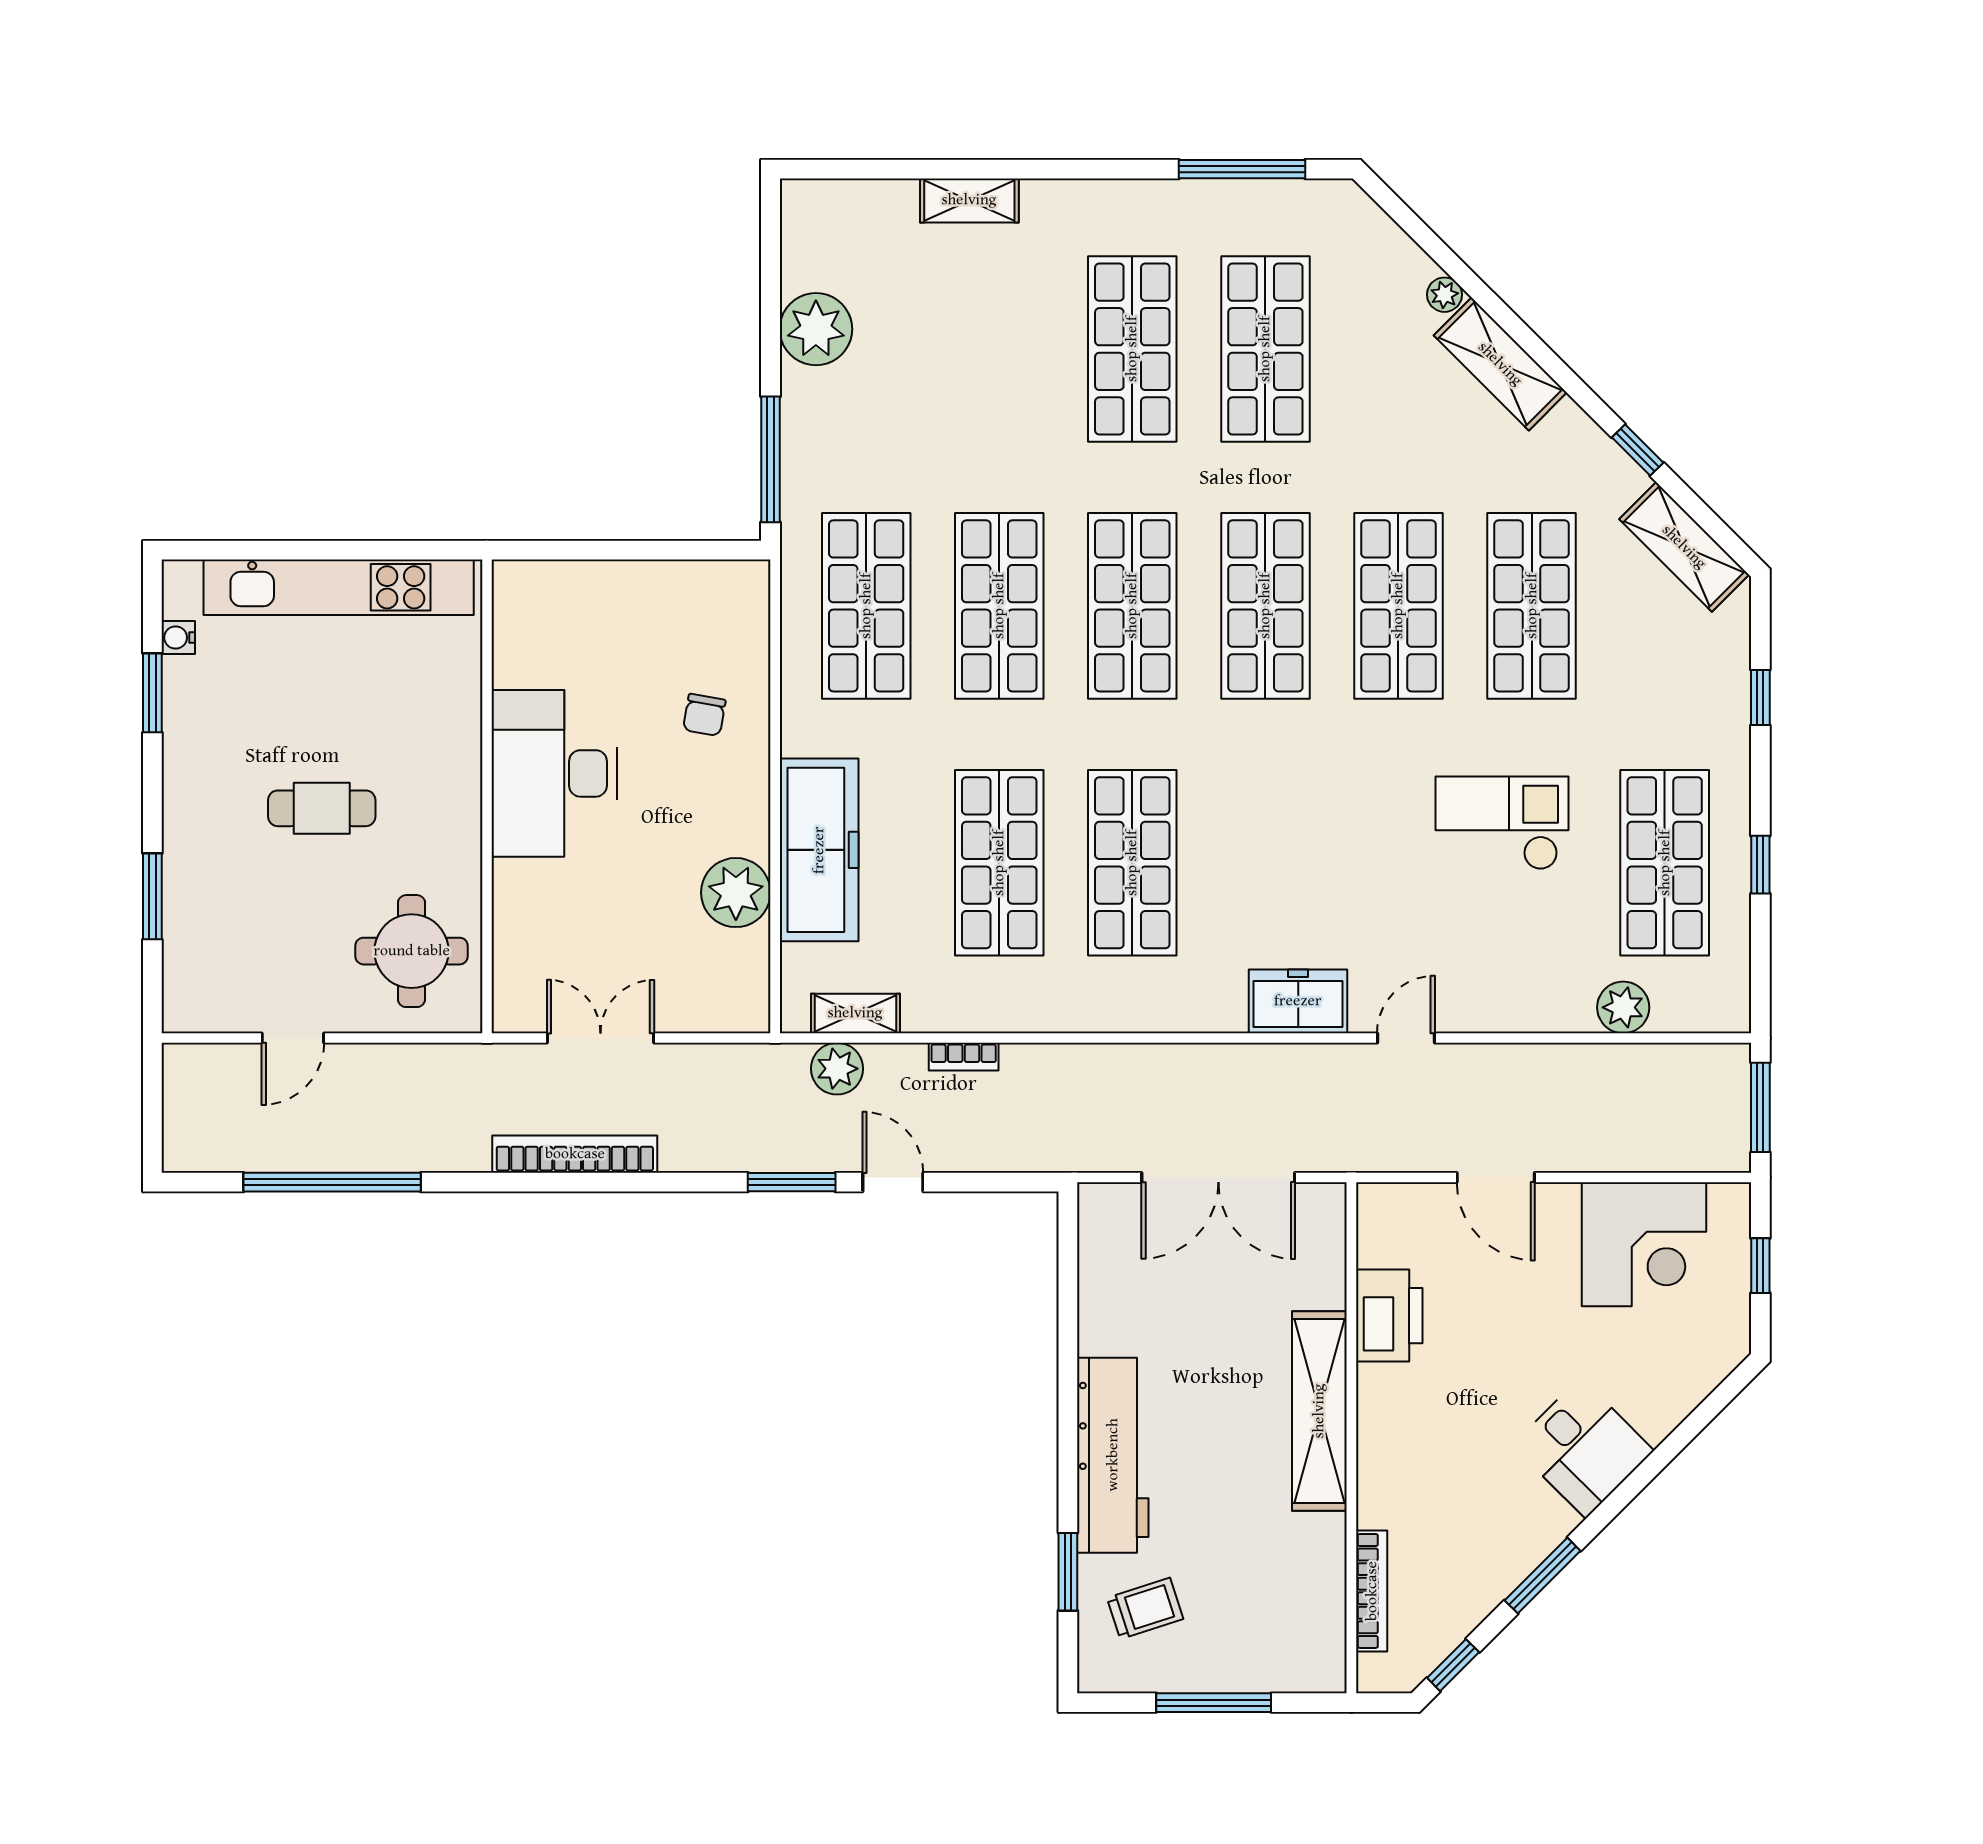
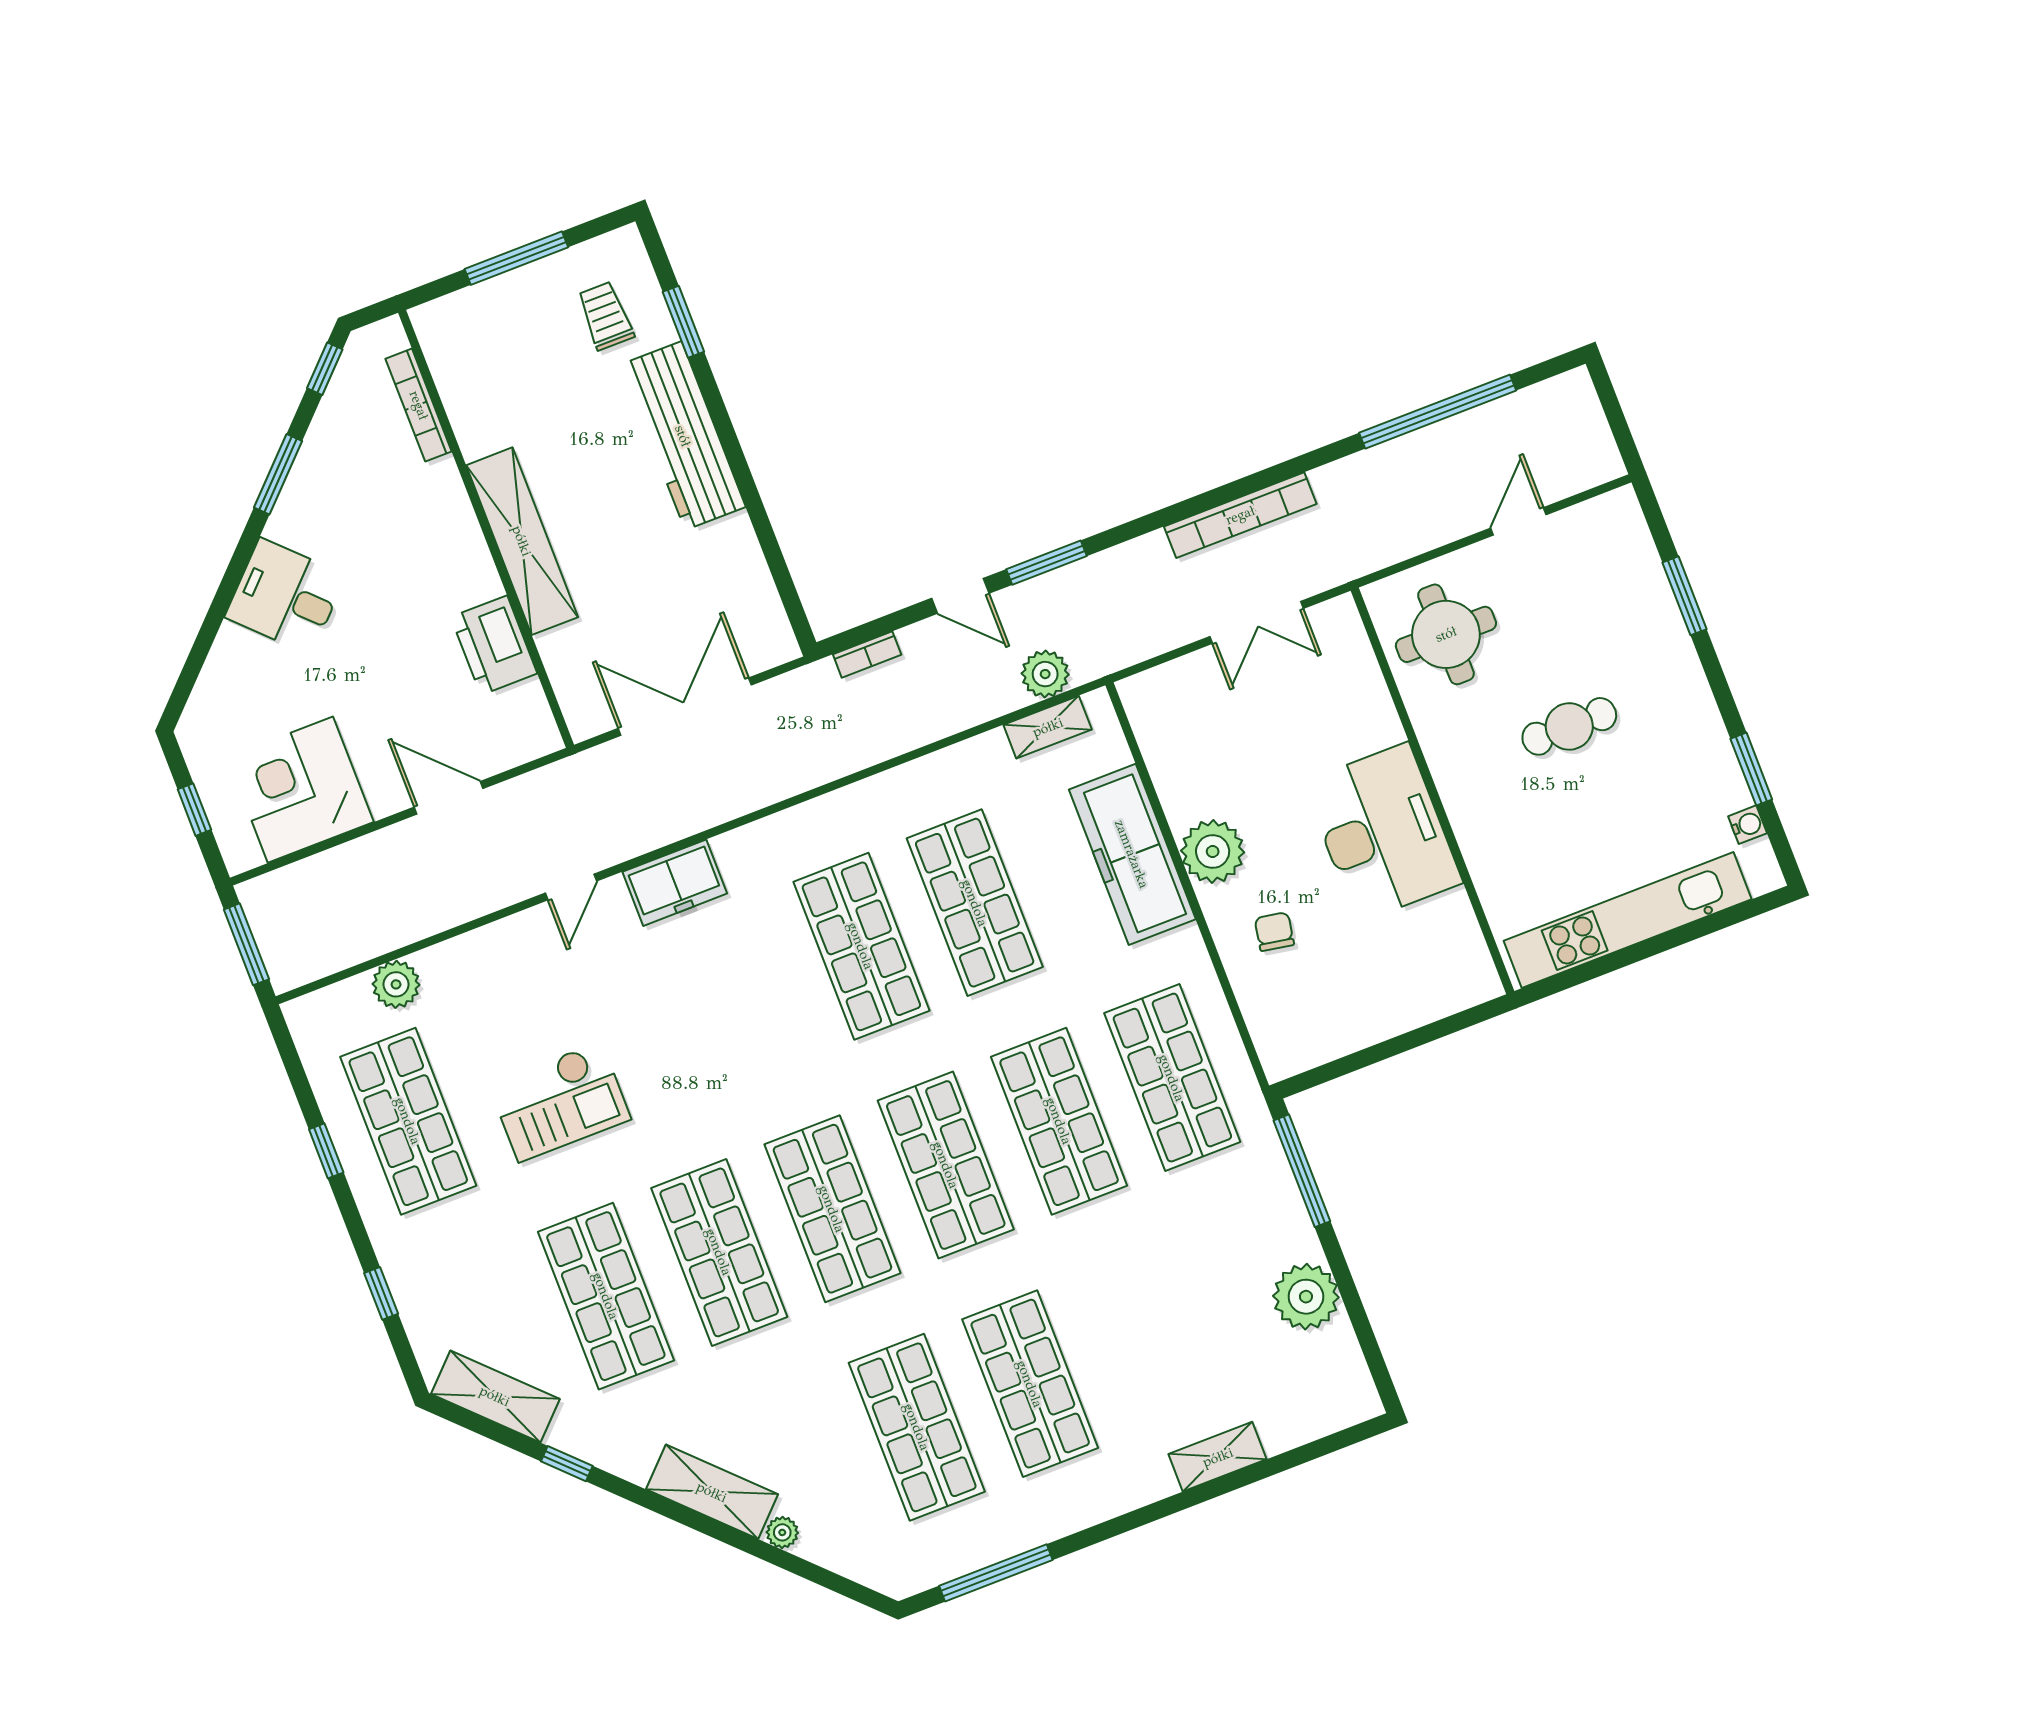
plant: (736, 893) -> (1213, 852), moved
bookcase: (964, 1057) -> (867, 655), moved, turned 180
trolley: (1145, 1608) -> (606, 316), turned 108

